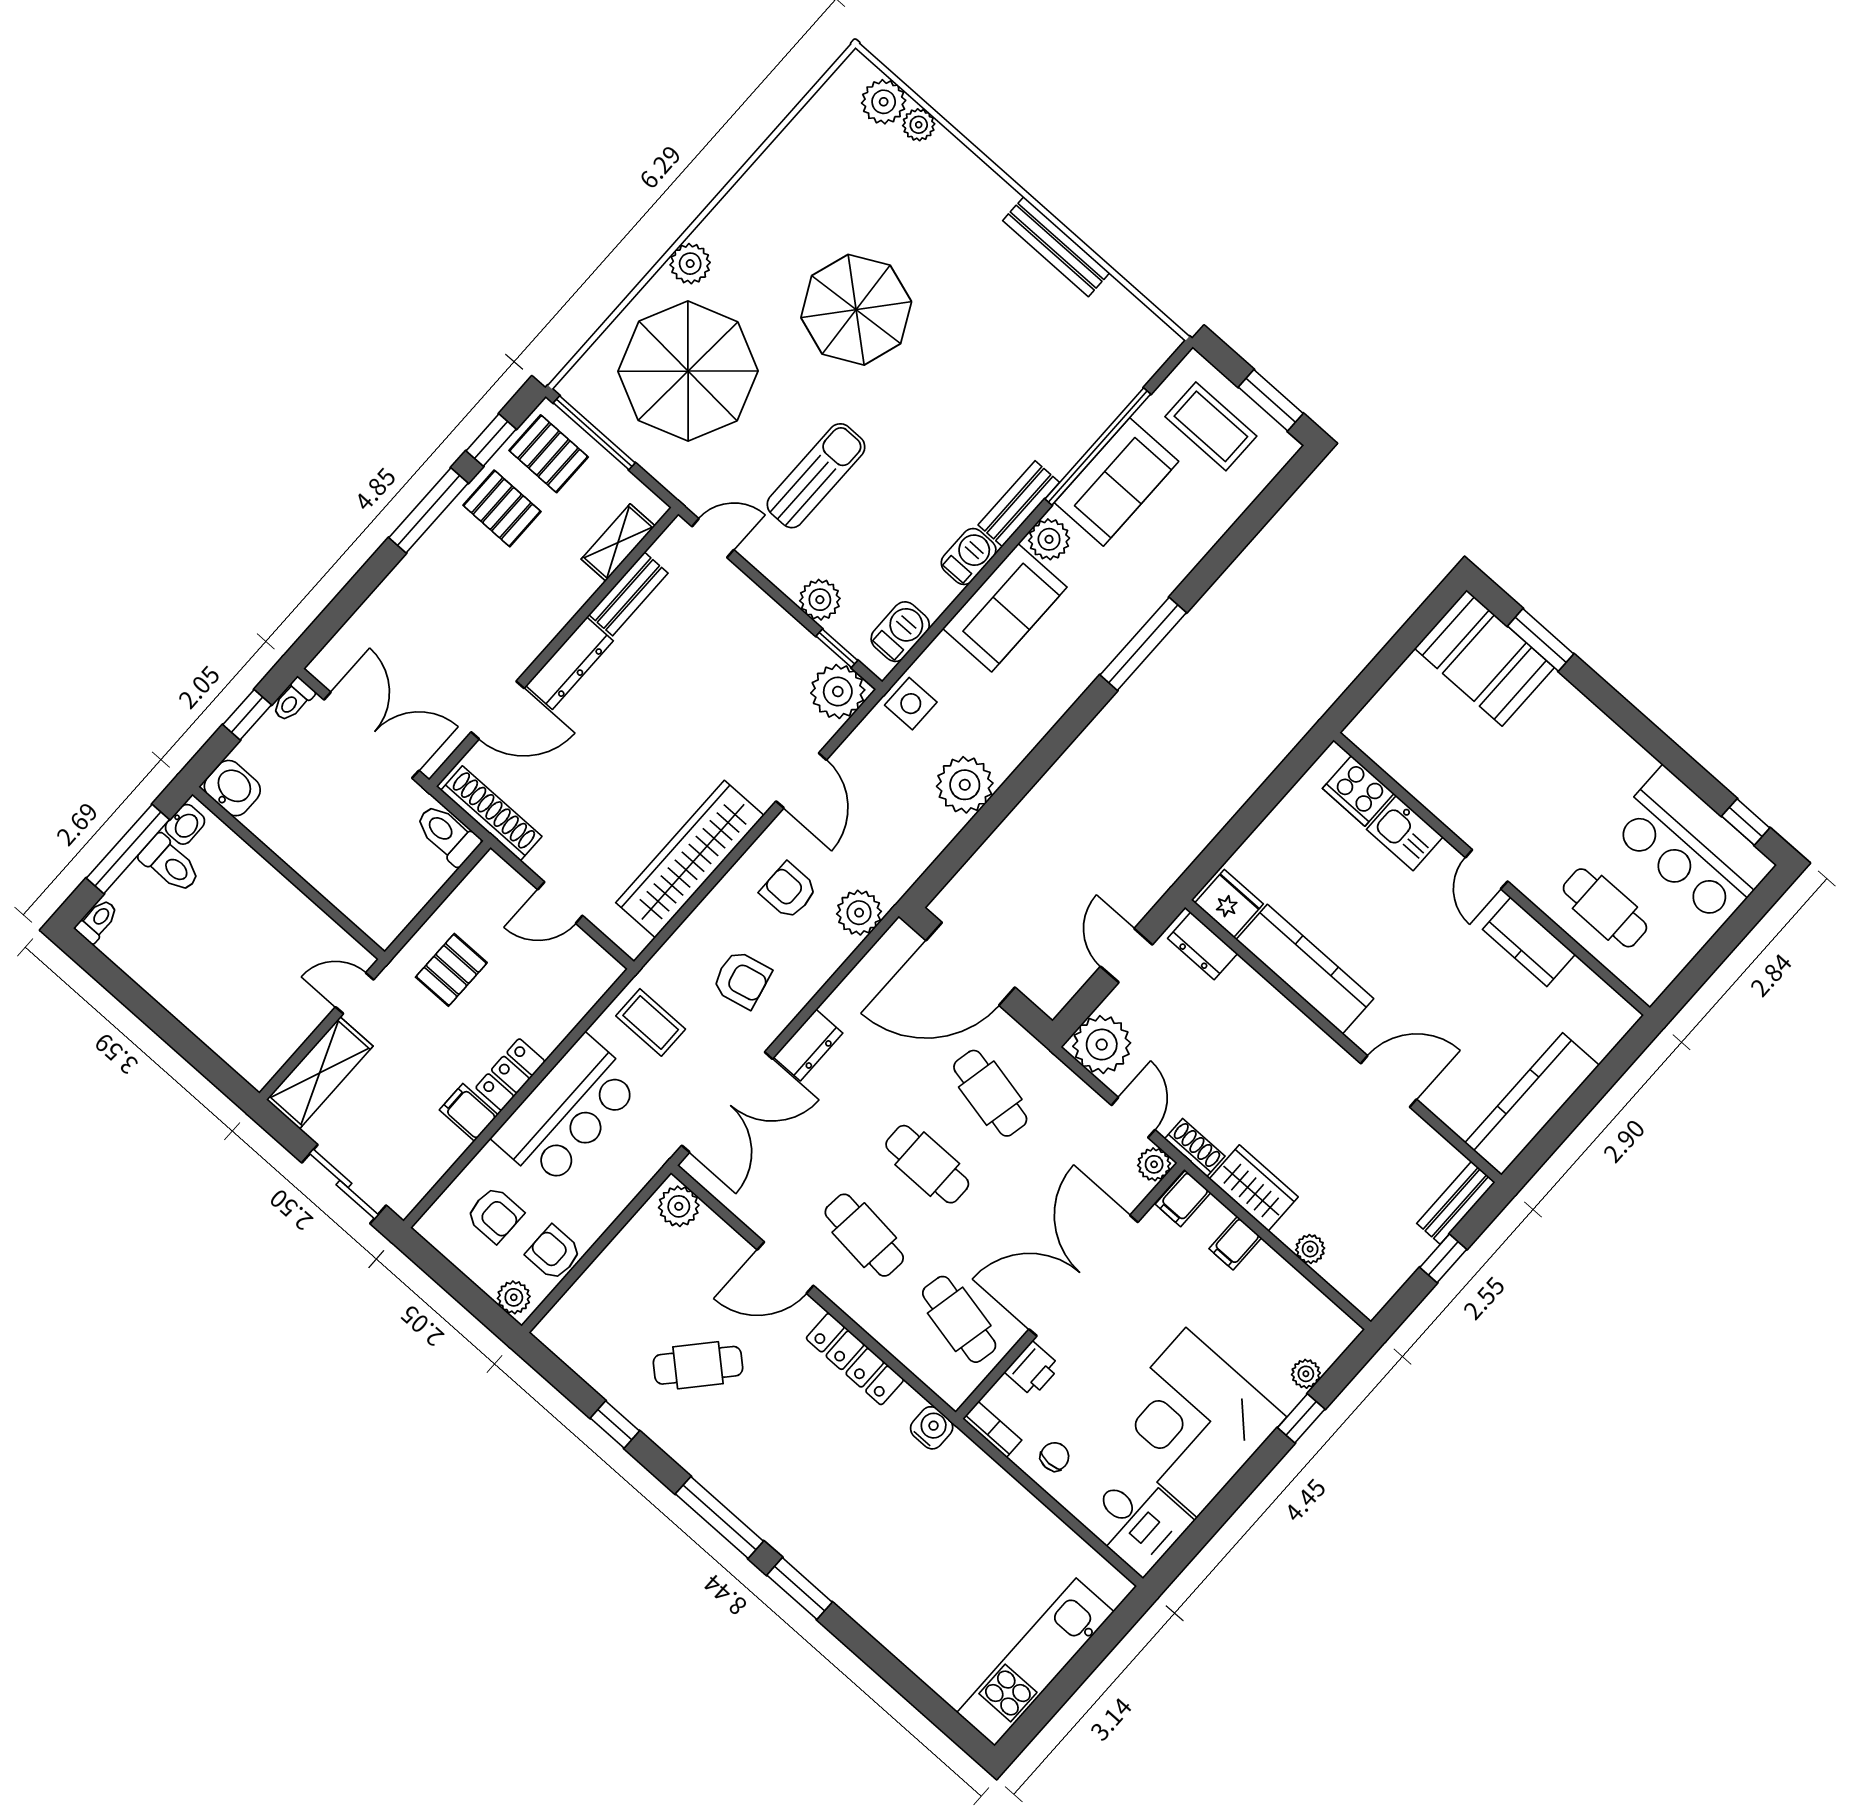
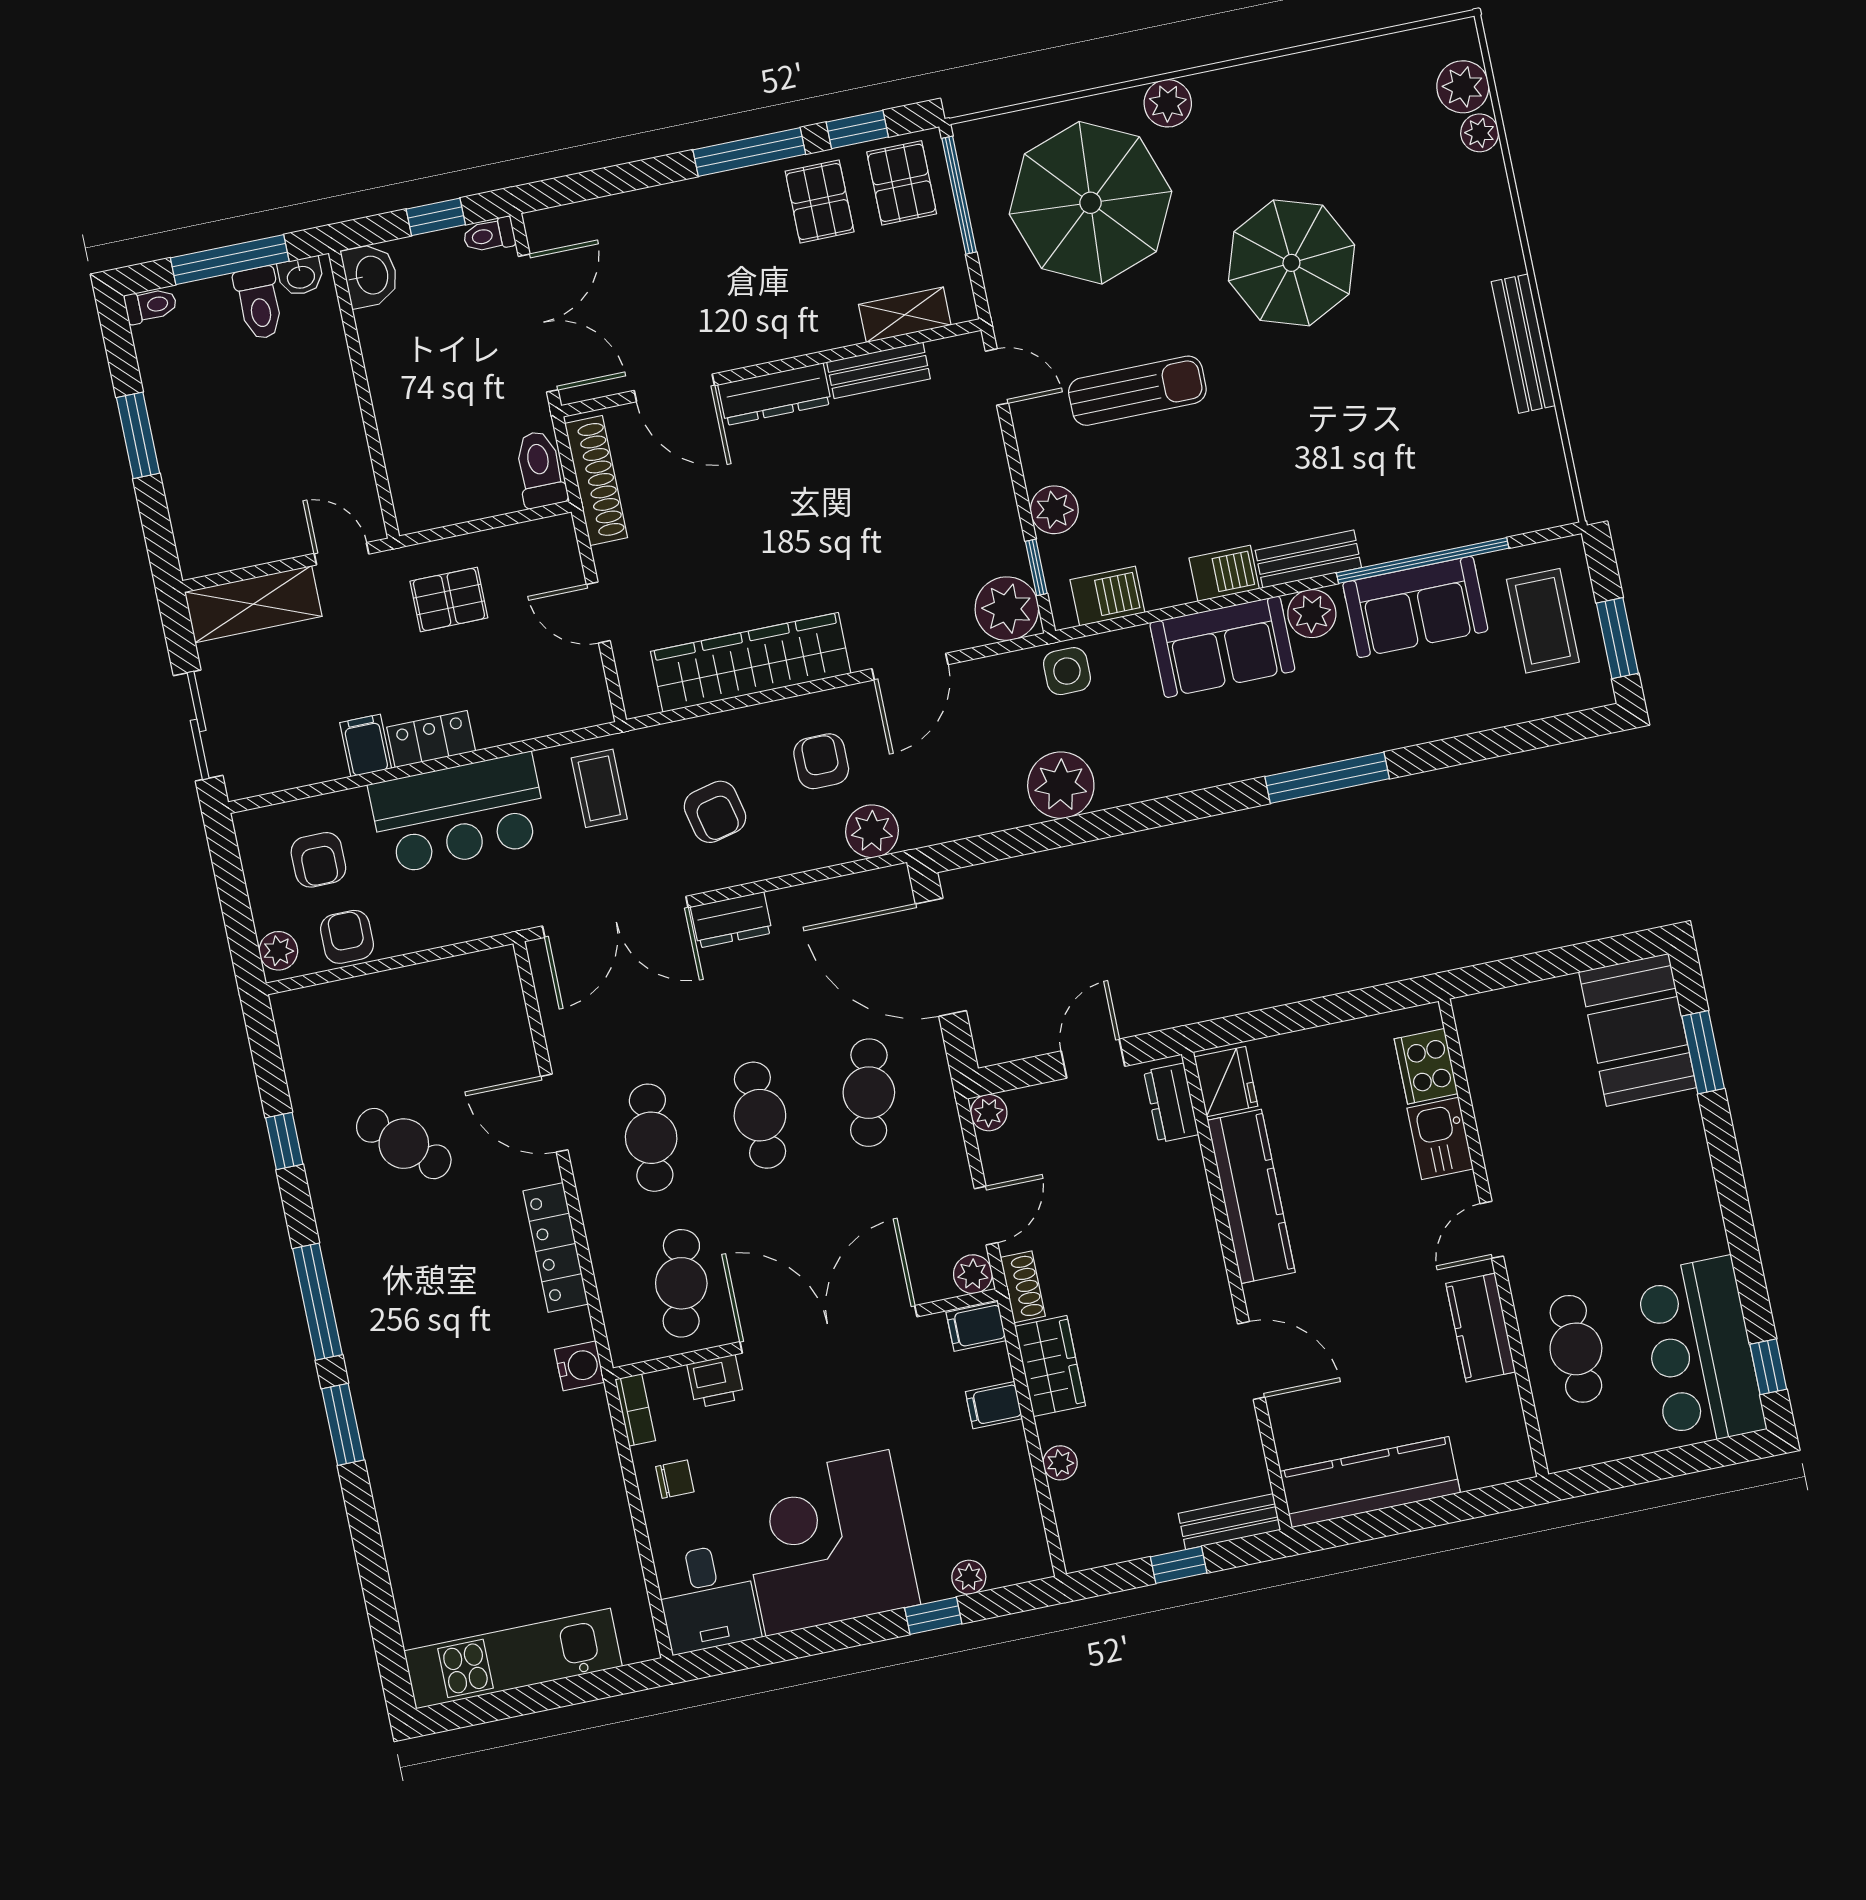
window: (155, 1016) -> (138, 435), added
plant: (1102, 1045) -> (989, 1113), width x0.53, depth x0.53
plant: (679, 1206) -> (497, 981), removed

